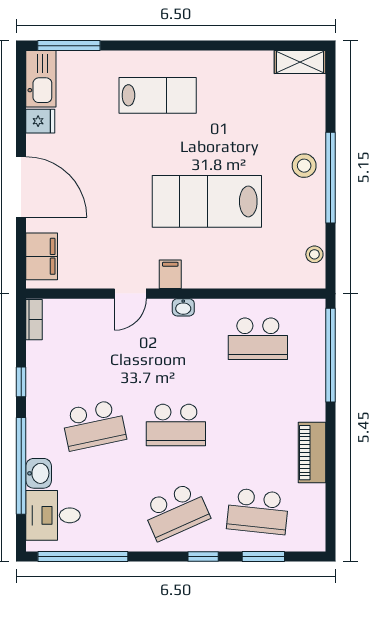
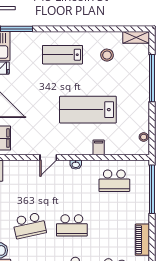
lab bench: (158, 95) -> (62, 55), turned 180
stool: (304, 166) -> (107, 55), moved
window: (331, 178) -> (152, 78), moved
filing cabinet: (170, 274) -> (99, 147), moved

